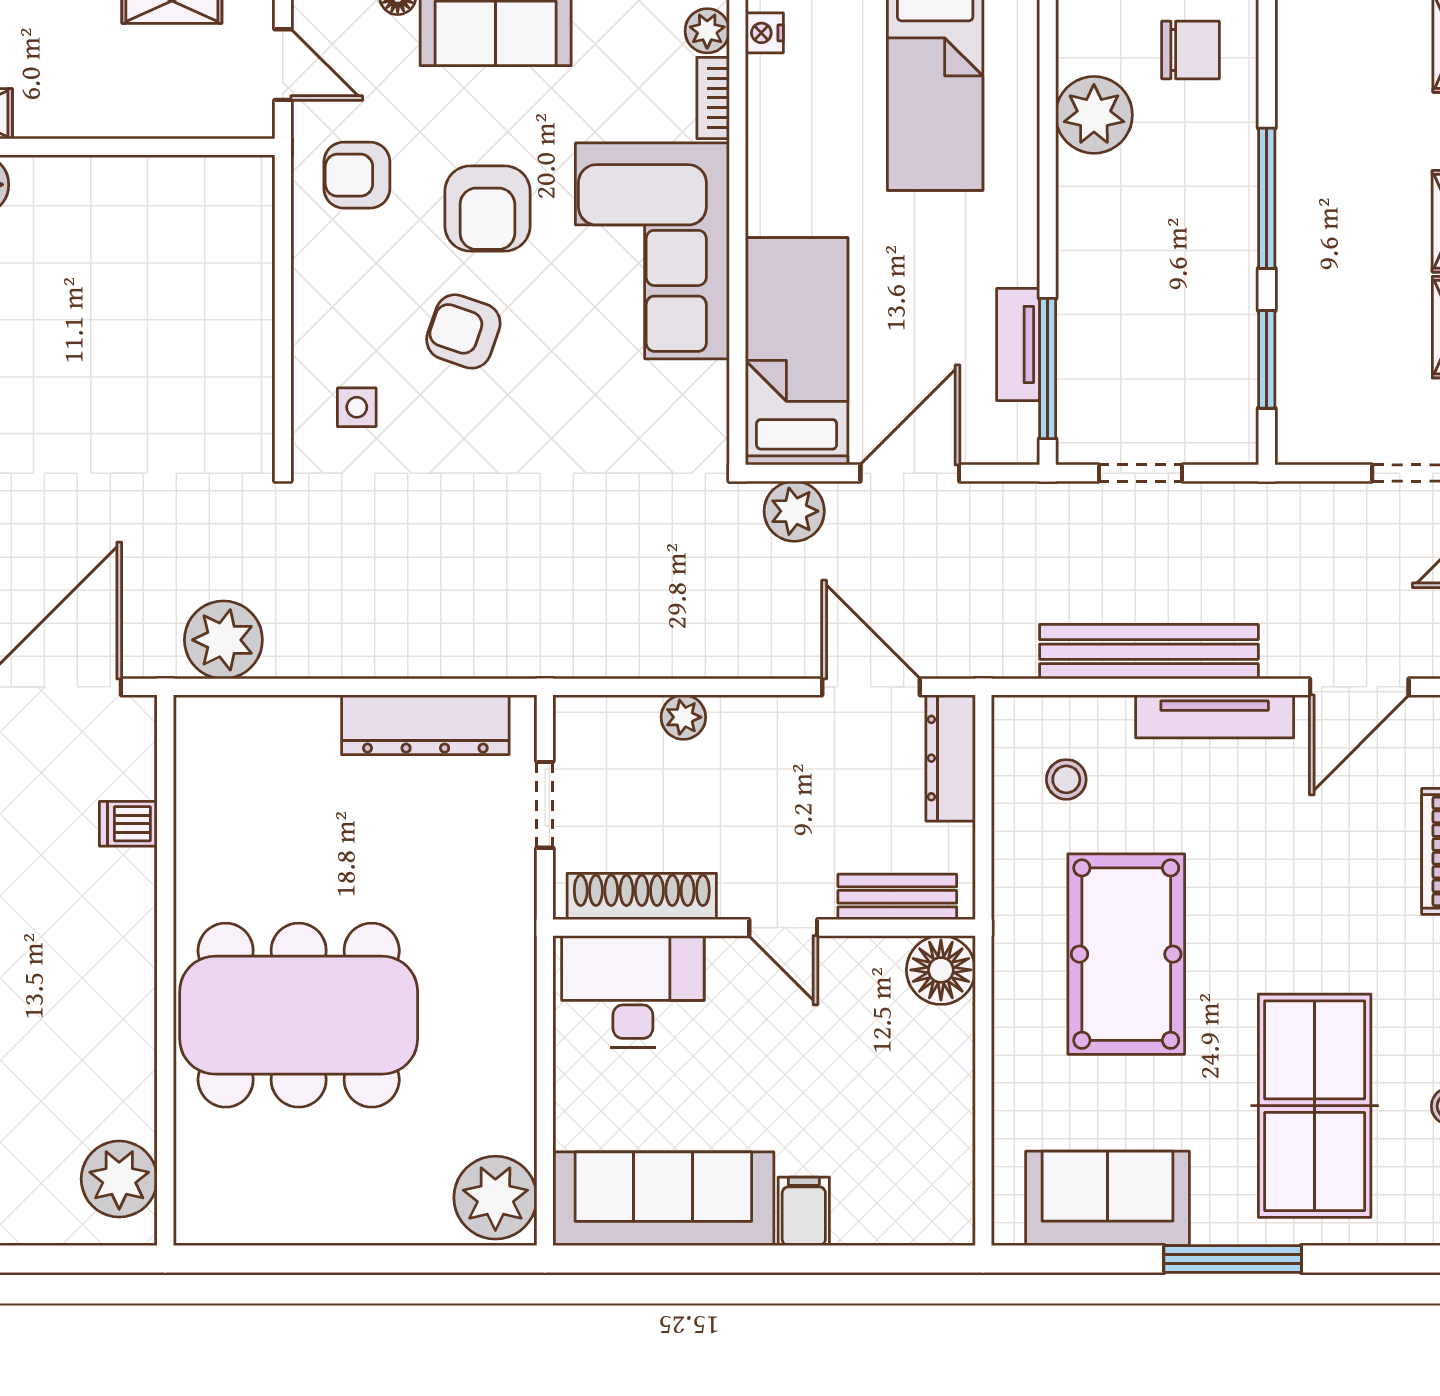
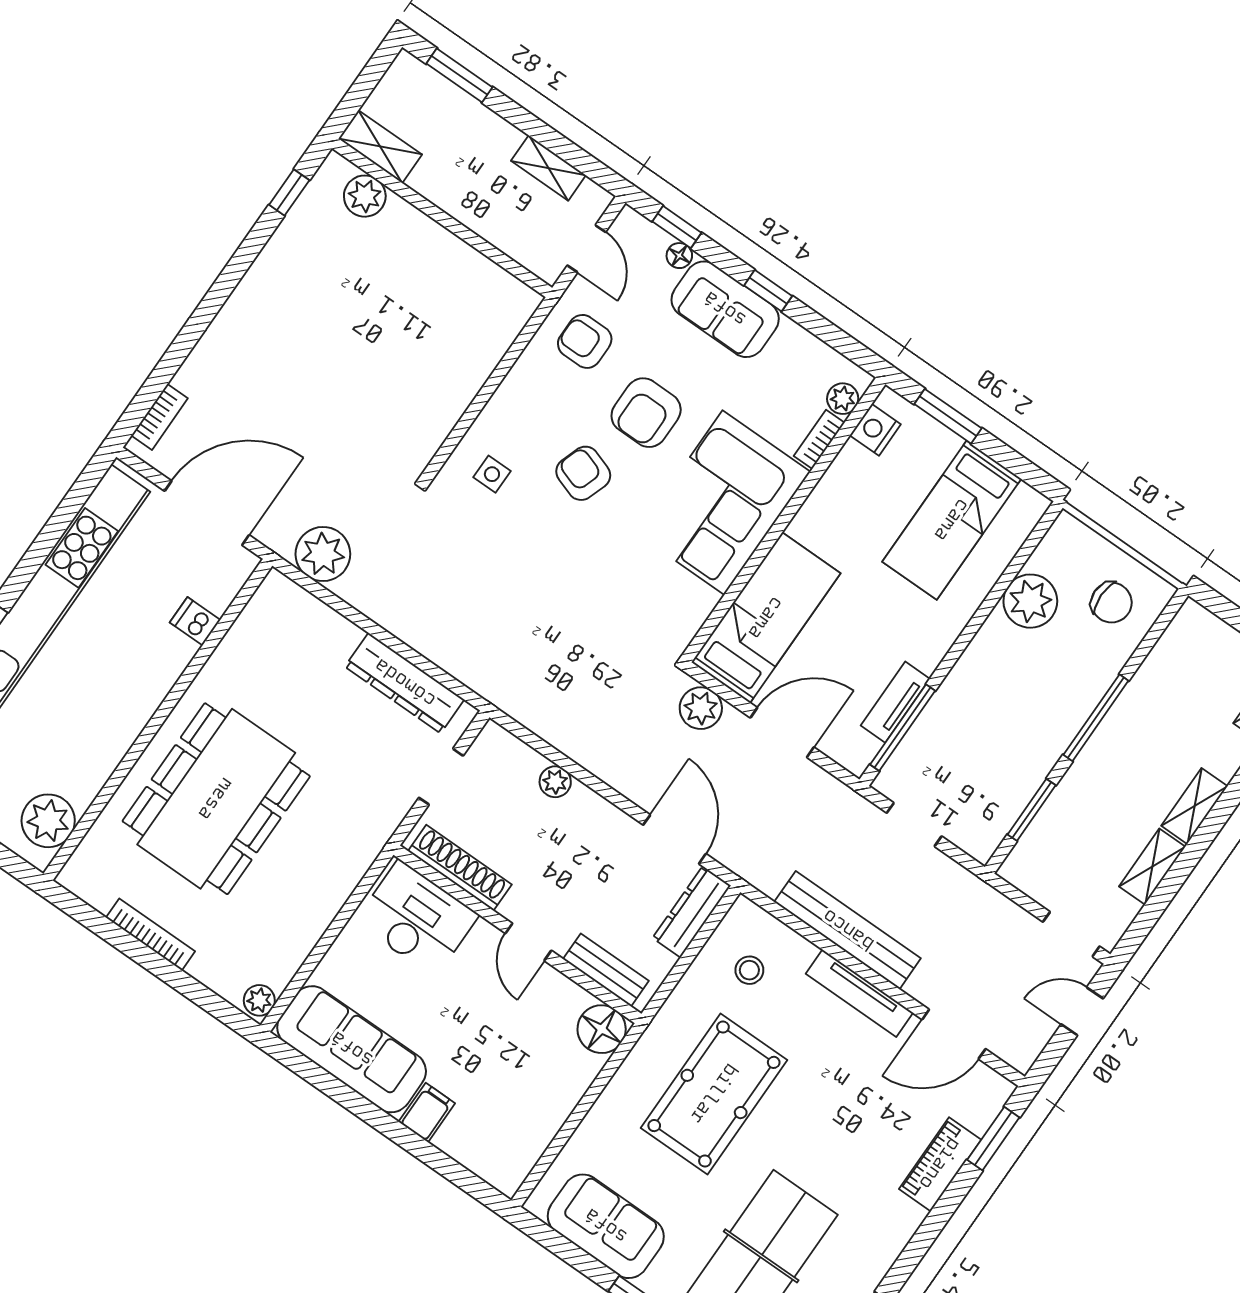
nightstand: (764, 33) -> (875, 430), width x1.39, depth x1.35
dining table: (299, 1015) -> (216, 799), turned 90
plant: (495, 1198) -> (259, 1000), width x0.53, depth x0.53
bookcase: (333, 1229) -> (150, 934), added

